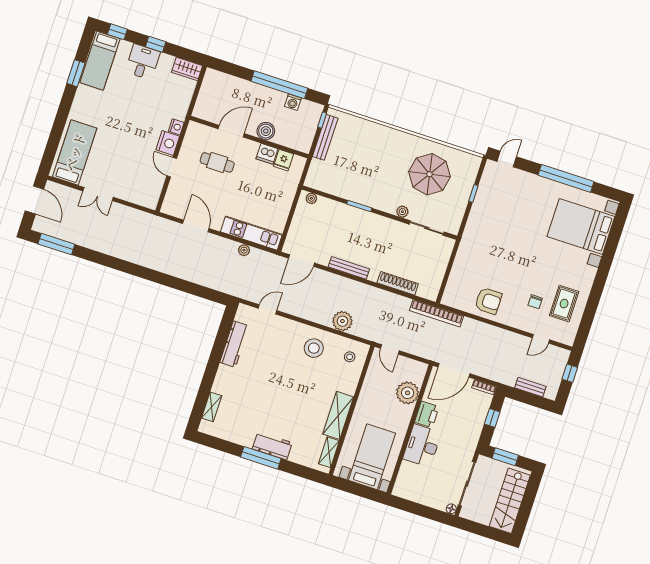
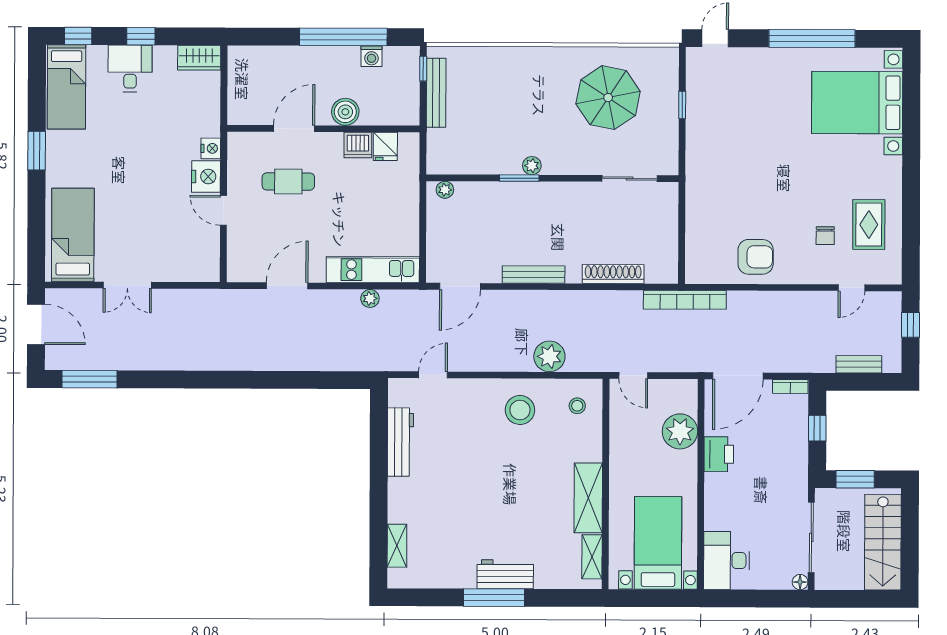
window: (76, 73) -> (37, 151), moved
plant: (402, 212) -> (532, 166), moved
door: (196, 226) -> (287, 286), hinge flipped
desk: (422, 446) -> (727, 560), moved

